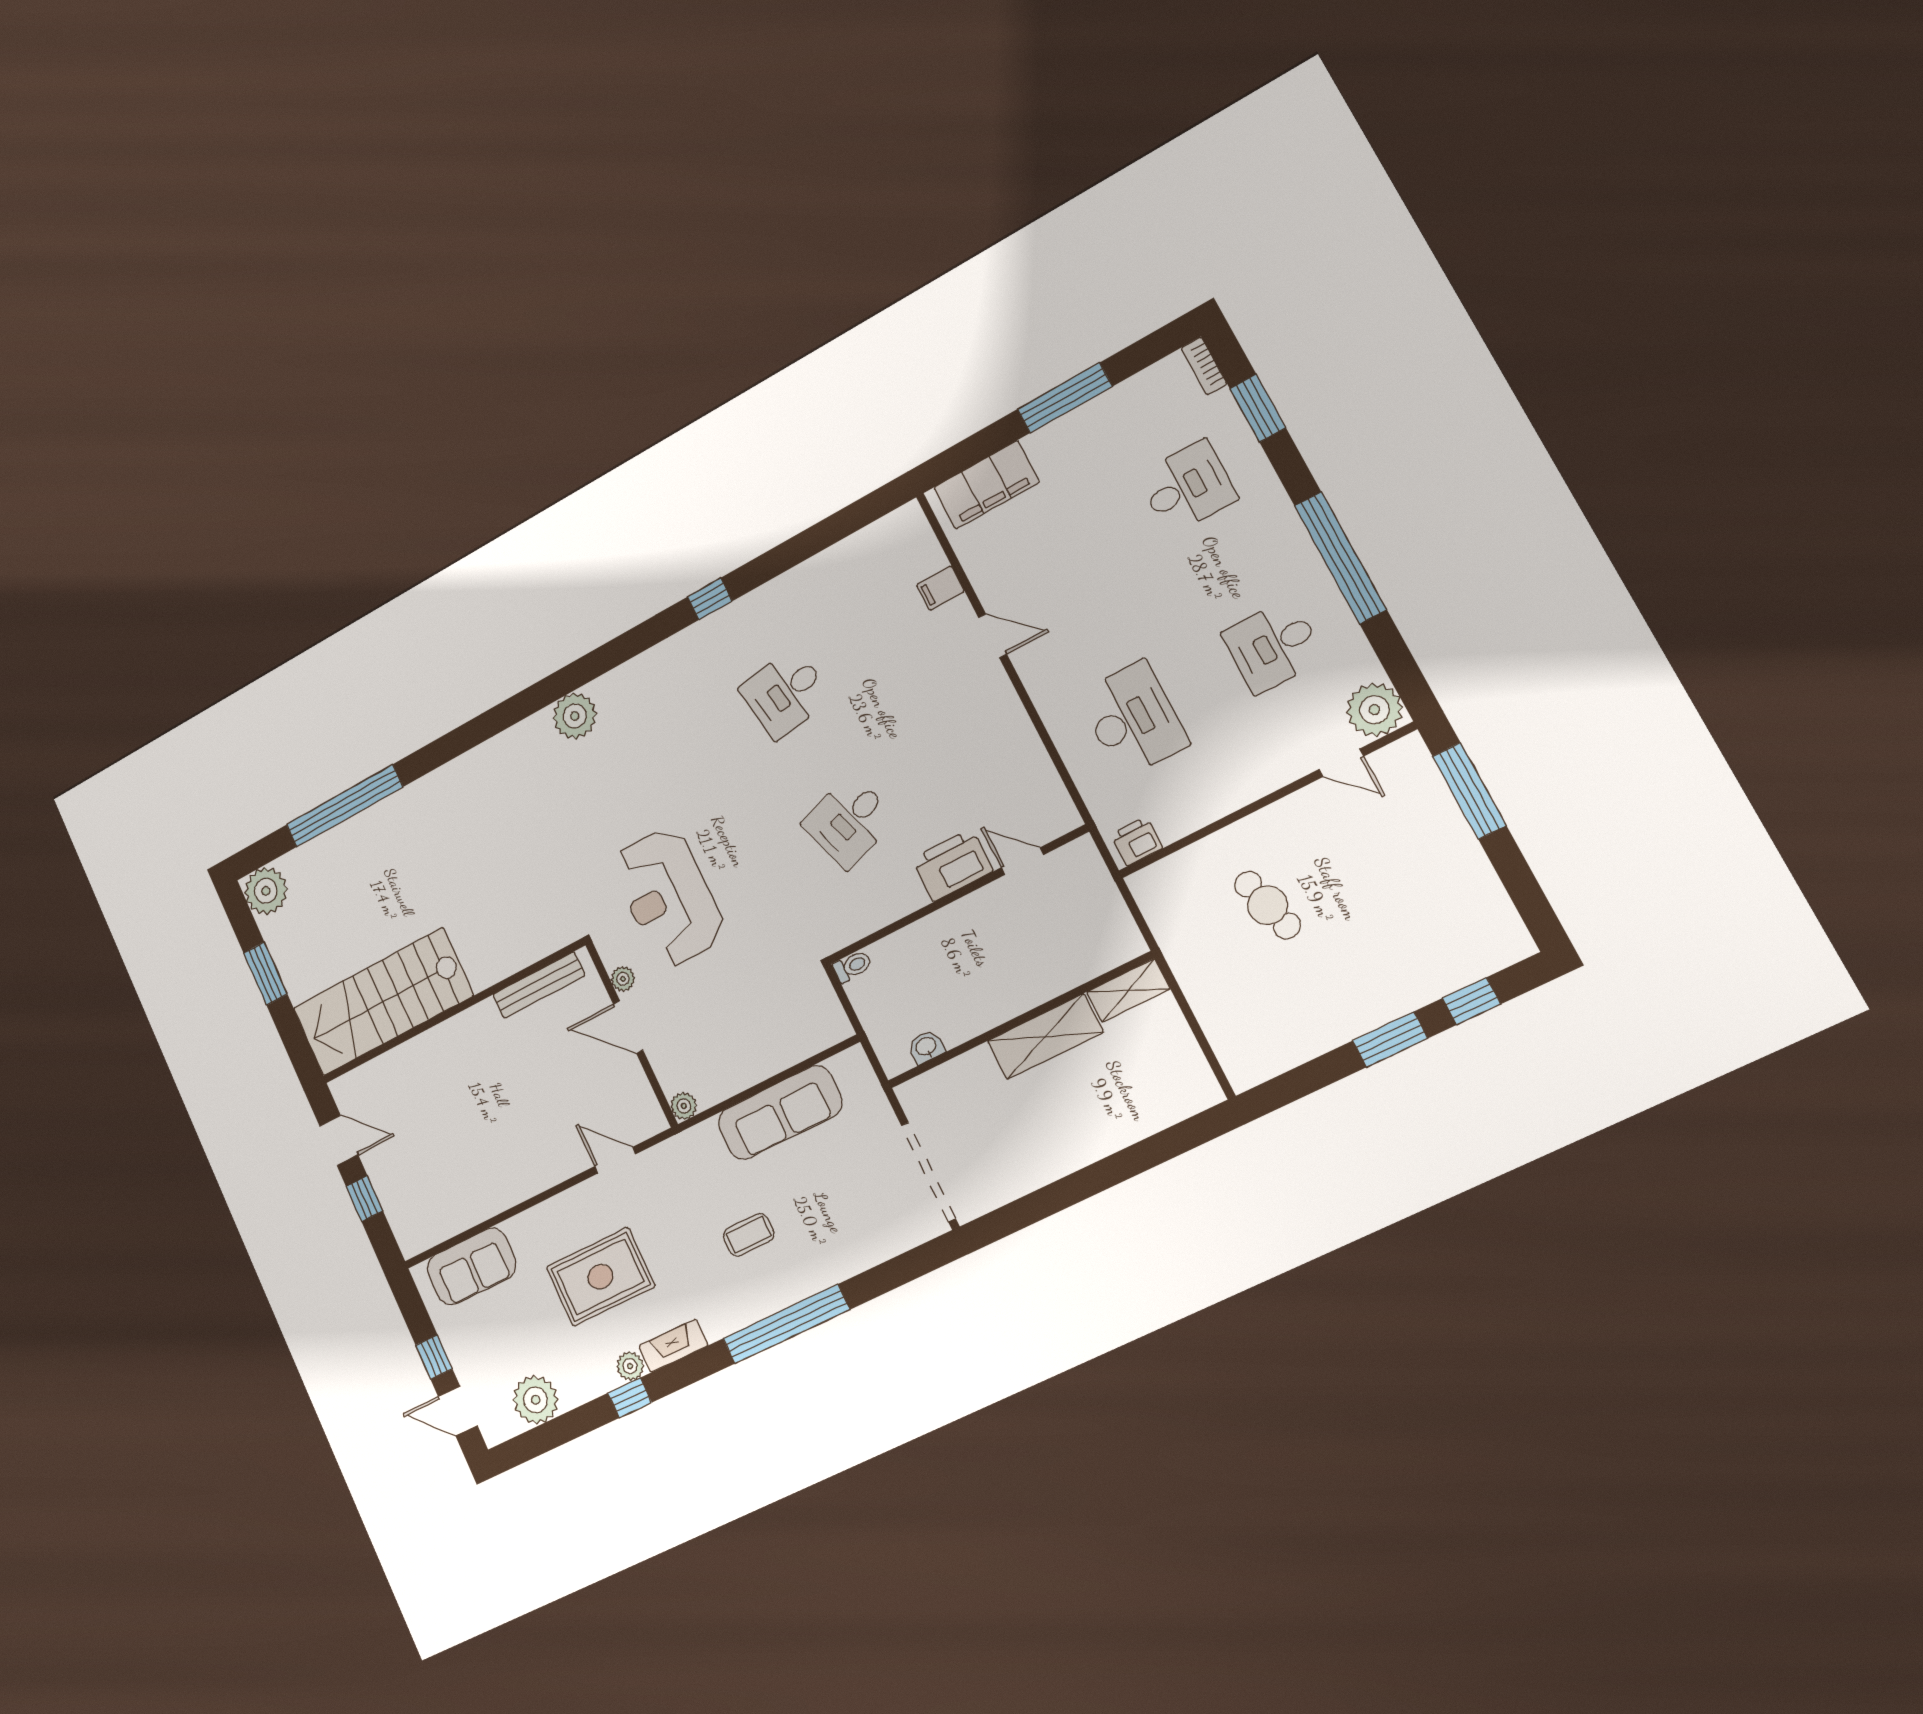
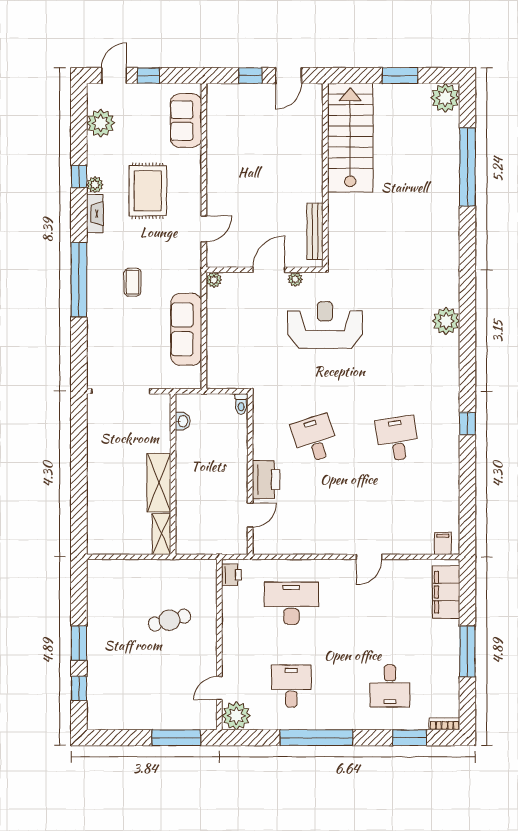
filing cabinet: (940, 588) -> (443, 543), moved
desk: (1133, 719) -> (291, 603), turned 180

